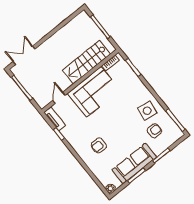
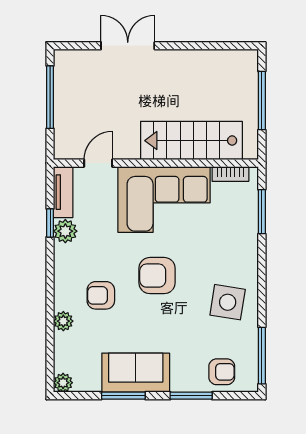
double door: (24, 55) -> (128, 46), moved
armchair: (114, 122) -> (157, 276), added
armchair: (154, 131) -> (222, 372), moved
plant: (67, 132) -> (65, 231), added
sofa: (134, 164) -> (136, 373), width x0.73
plant: (93, 166) -> (63, 321), added

